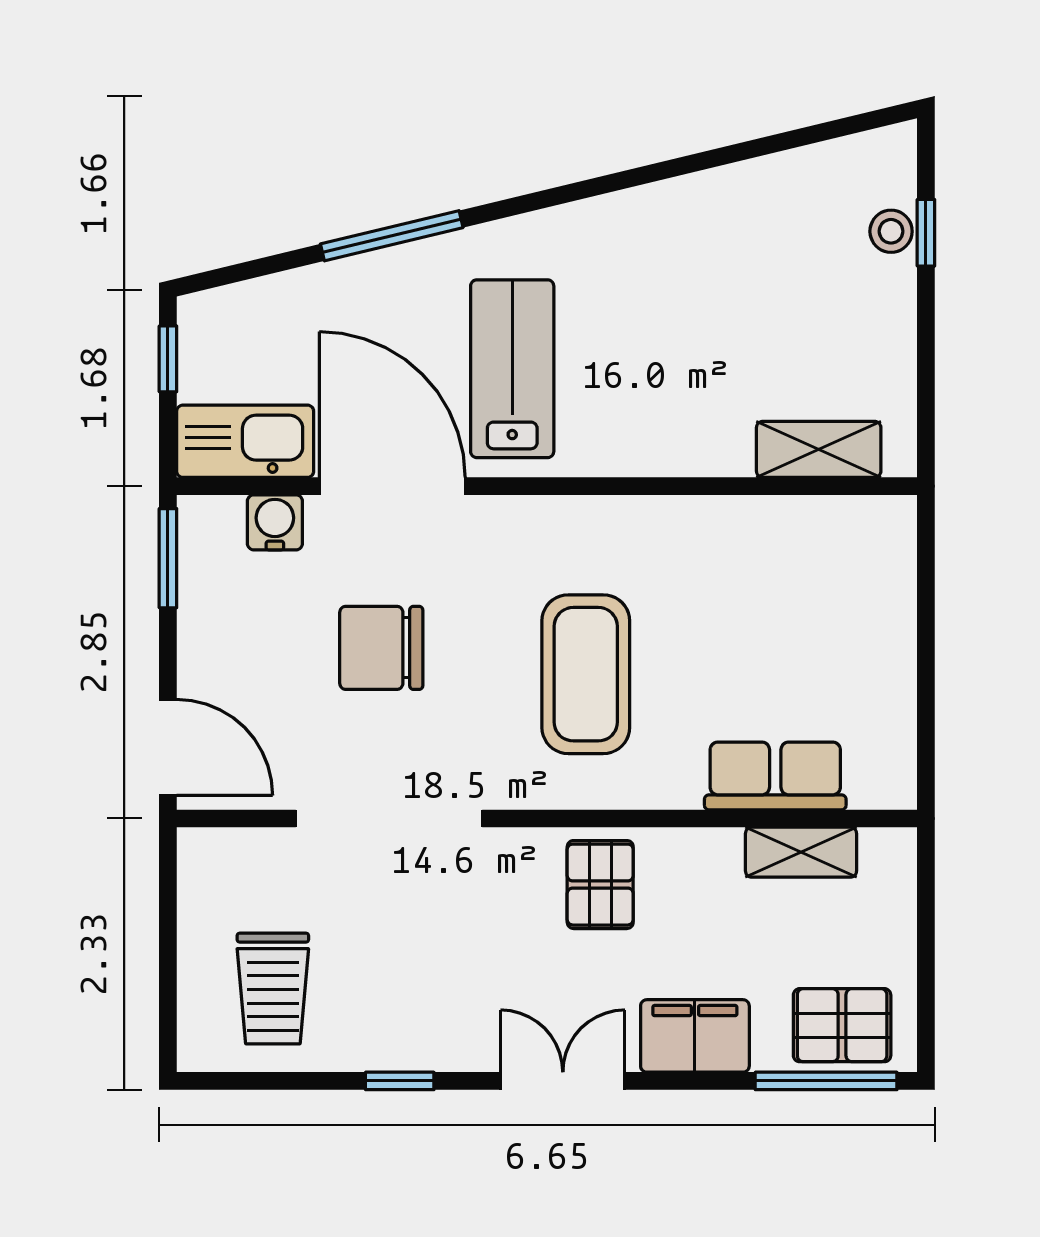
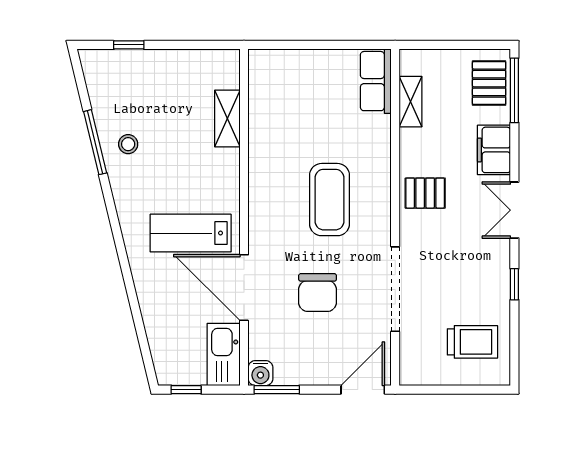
stool: (891, 231) -> (128, 144), moved
window: (392, 236) -> (95, 142), moved
shelving: (819, 449) -> (227, 119), moved
door: (392, 486) -> (244, 288), hinge flipped
water cooler: (275, 522) -> (260, 373), moved, turned -90
coffee table: (586, 674) -> (329, 200), turned 90
row of seats: (775, 776) -> (376, 81), moved

